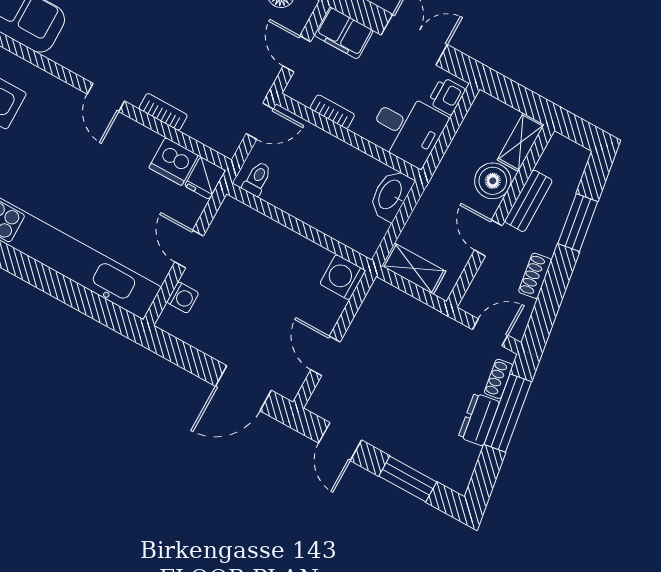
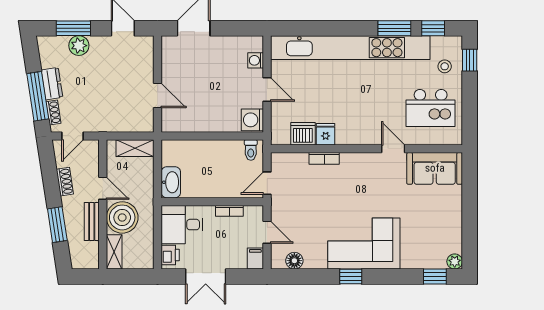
filing cabinet: (344, 33) -> (255, 258), width x0.50
door: (106, 97) -> (393, 149), moved
fridge: (205, 178) -> (326, 134), moved
boiler: (493, 181) -> (122, 217), width x1.37, depth x1.37
washing machine: (343, 277) -> (252, 120), moved, turned 180
door: (326, 356) -> (158, 95), moved
plant: (413, 451) -> (79, 46), added

